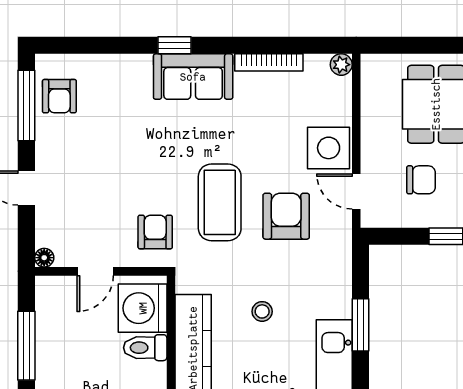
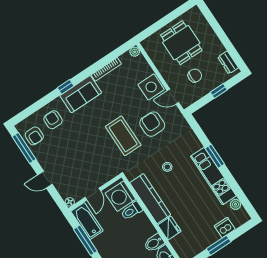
armchair: (155, 232) -> (53, 120), moved
bathtub: (52, 313) -> (87, 221), added
window: (360, 325) -> (215, 156), moved

